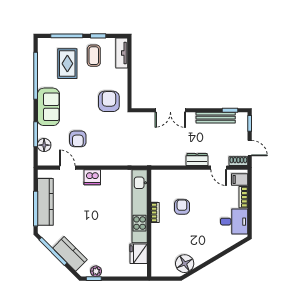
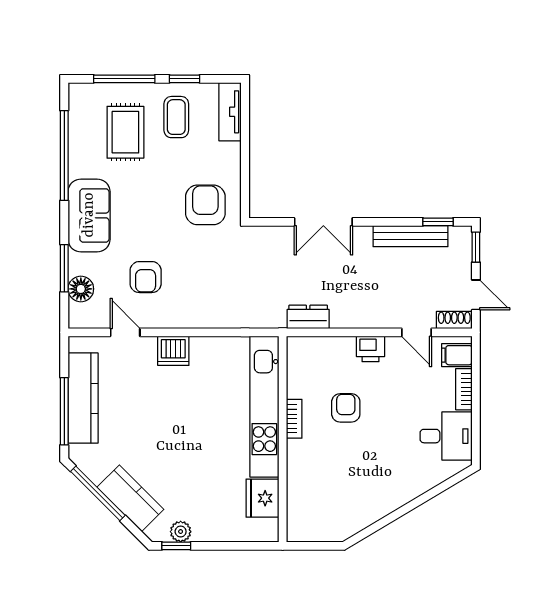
dresser: (197, 160) -> (308, 317), moved
printer: (195, 176) -> (370, 349), added
floor lamp: (185, 264) -> (351, 517), removed

